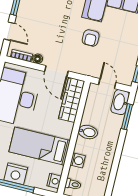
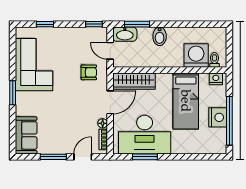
armchair: (91, 38) -> (89, 72), moved
door: (107, 84) -> (110, 51), hinge flipped
bidet: (88, 132) -> (160, 36), moved, turned 180
washing machine: (78, 160) -> (196, 56), width x1.89, depth x1.89

